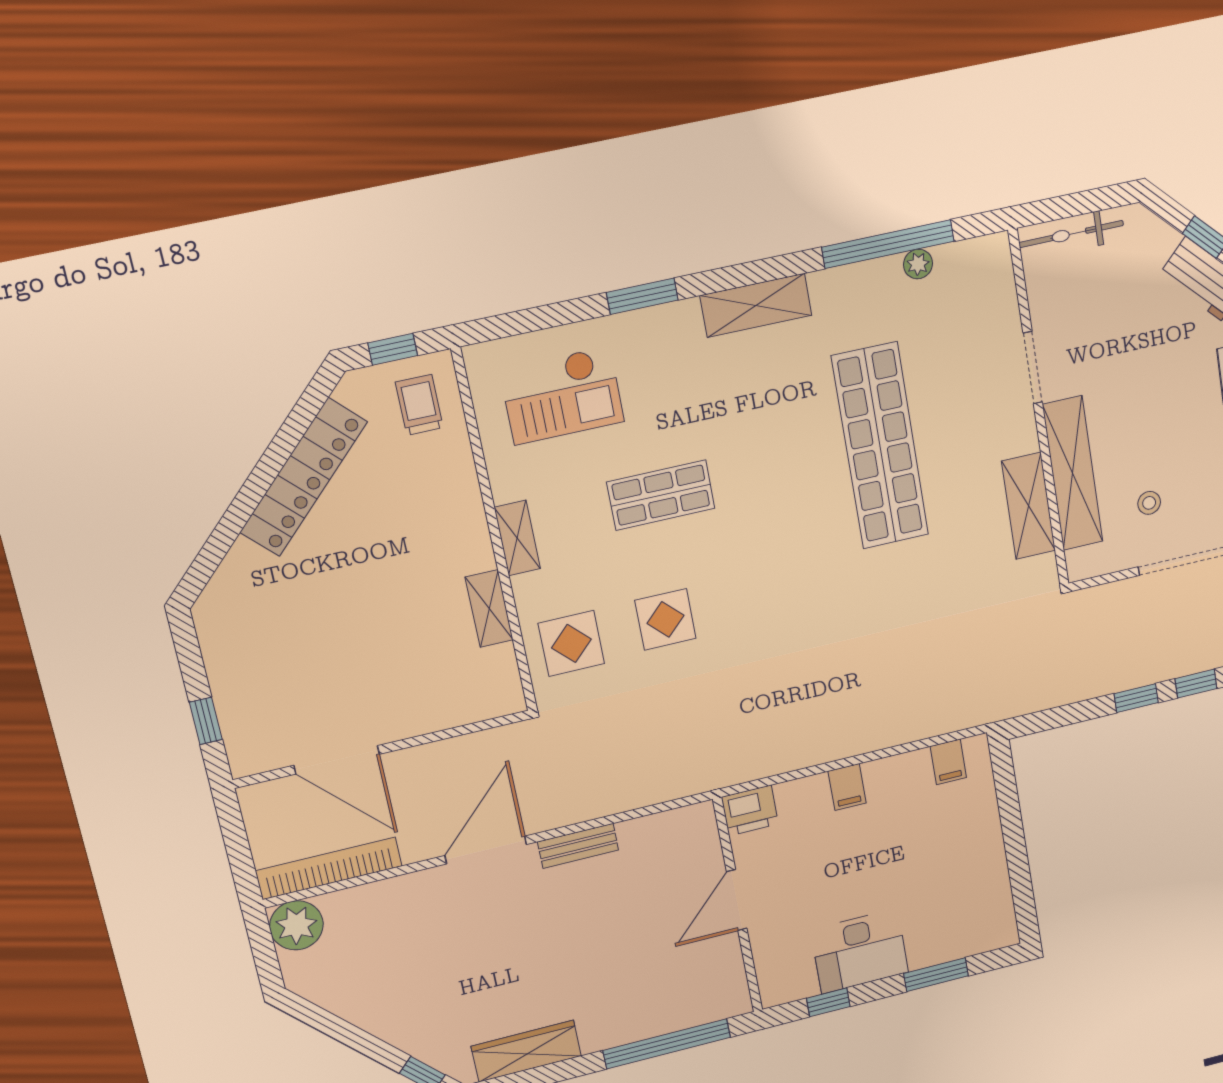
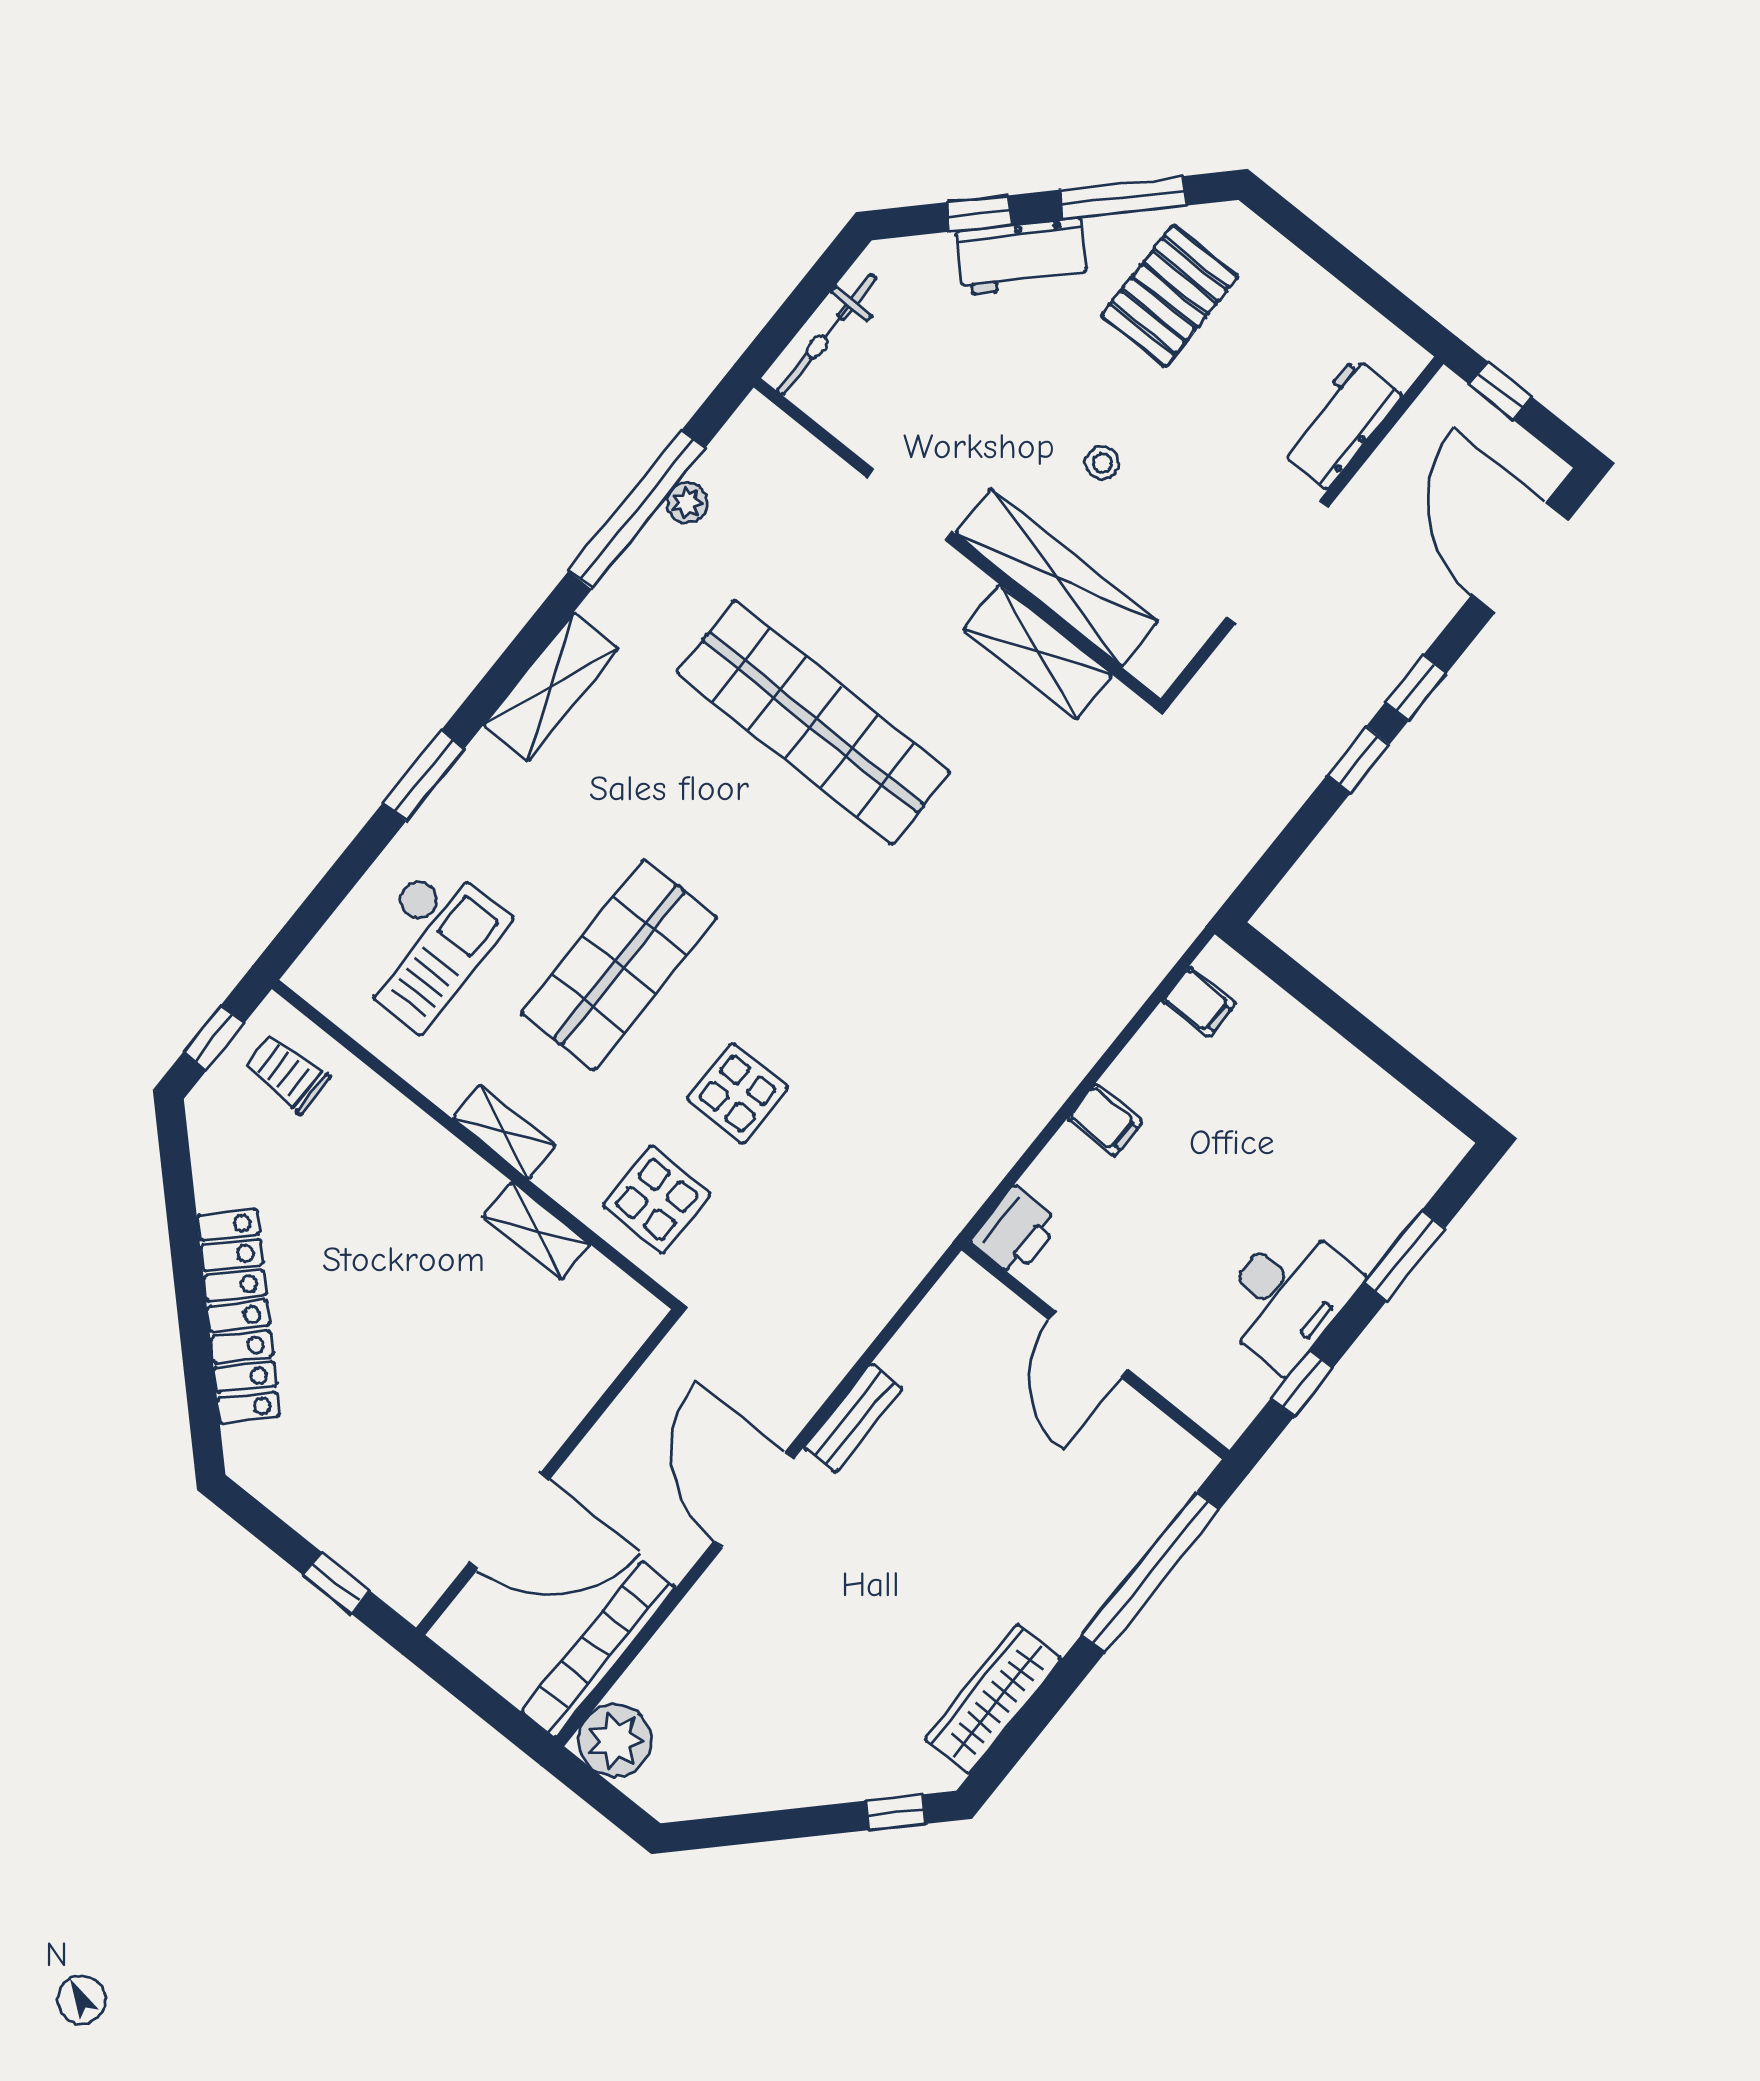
locker: (304, 477) -> (238, 1316), moved
shop shelf: (661, 495) -> (619, 965), width x1.43, depth x1.36
stool: (1149, 503) -> (1102, 463), moved

